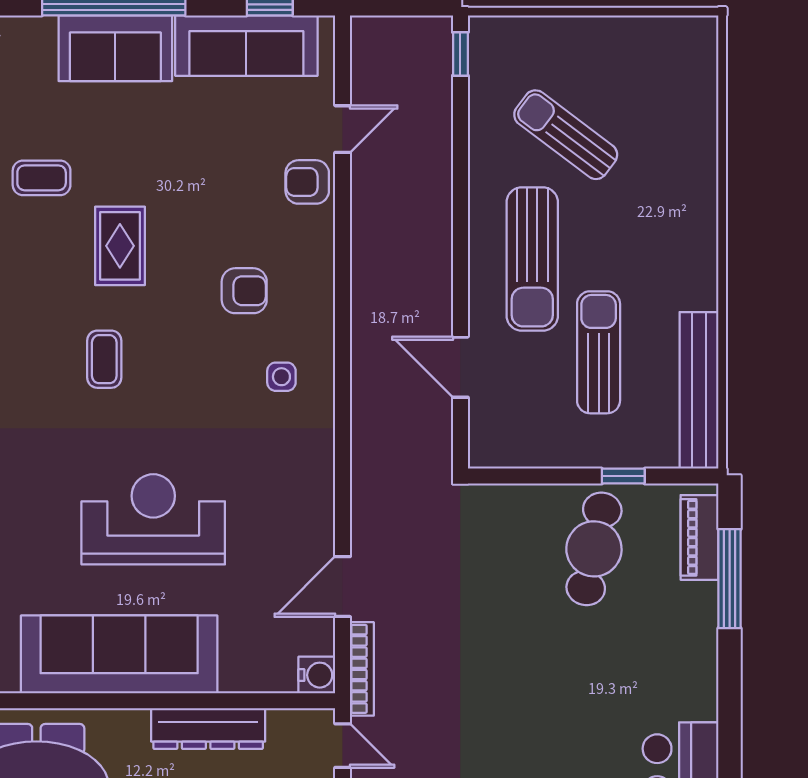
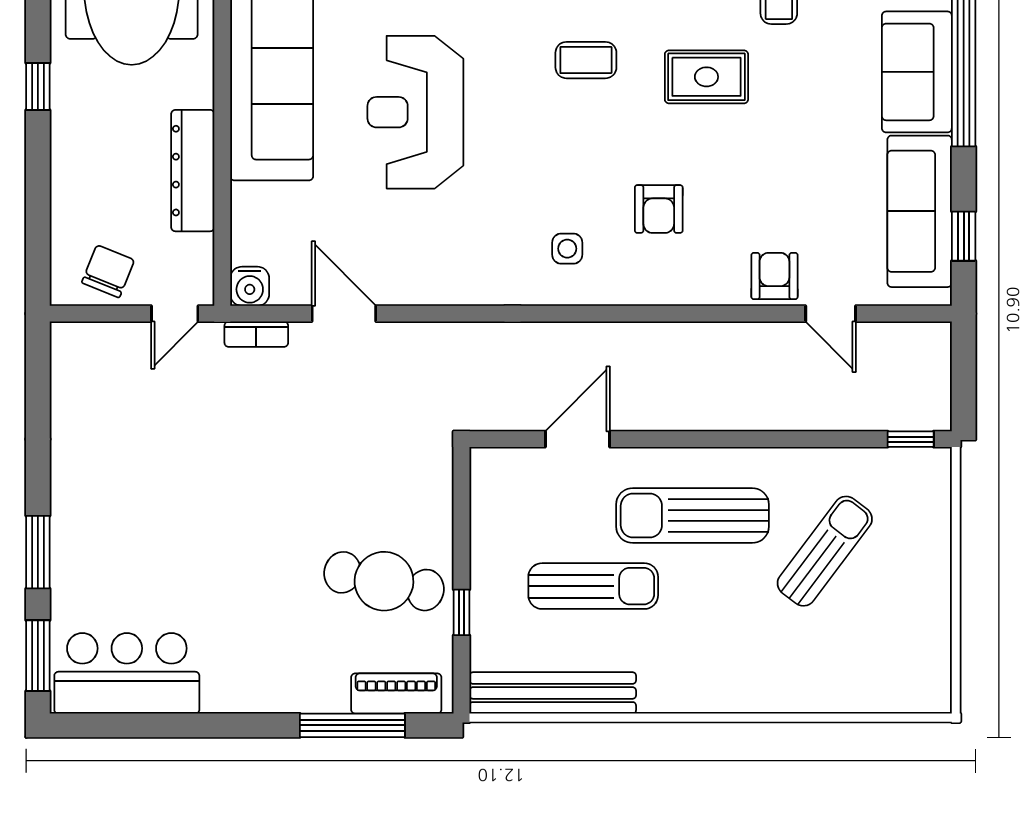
reception desk: (153, 519) -> (415, 112), turned 180
bookcase: (362, 669) -> (256, 334), width x0.64

